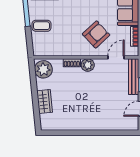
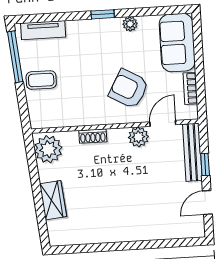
armchair: (96, 34) -> (129, 89), turned -108
plant: (88, 65) -> (138, 137), moved

